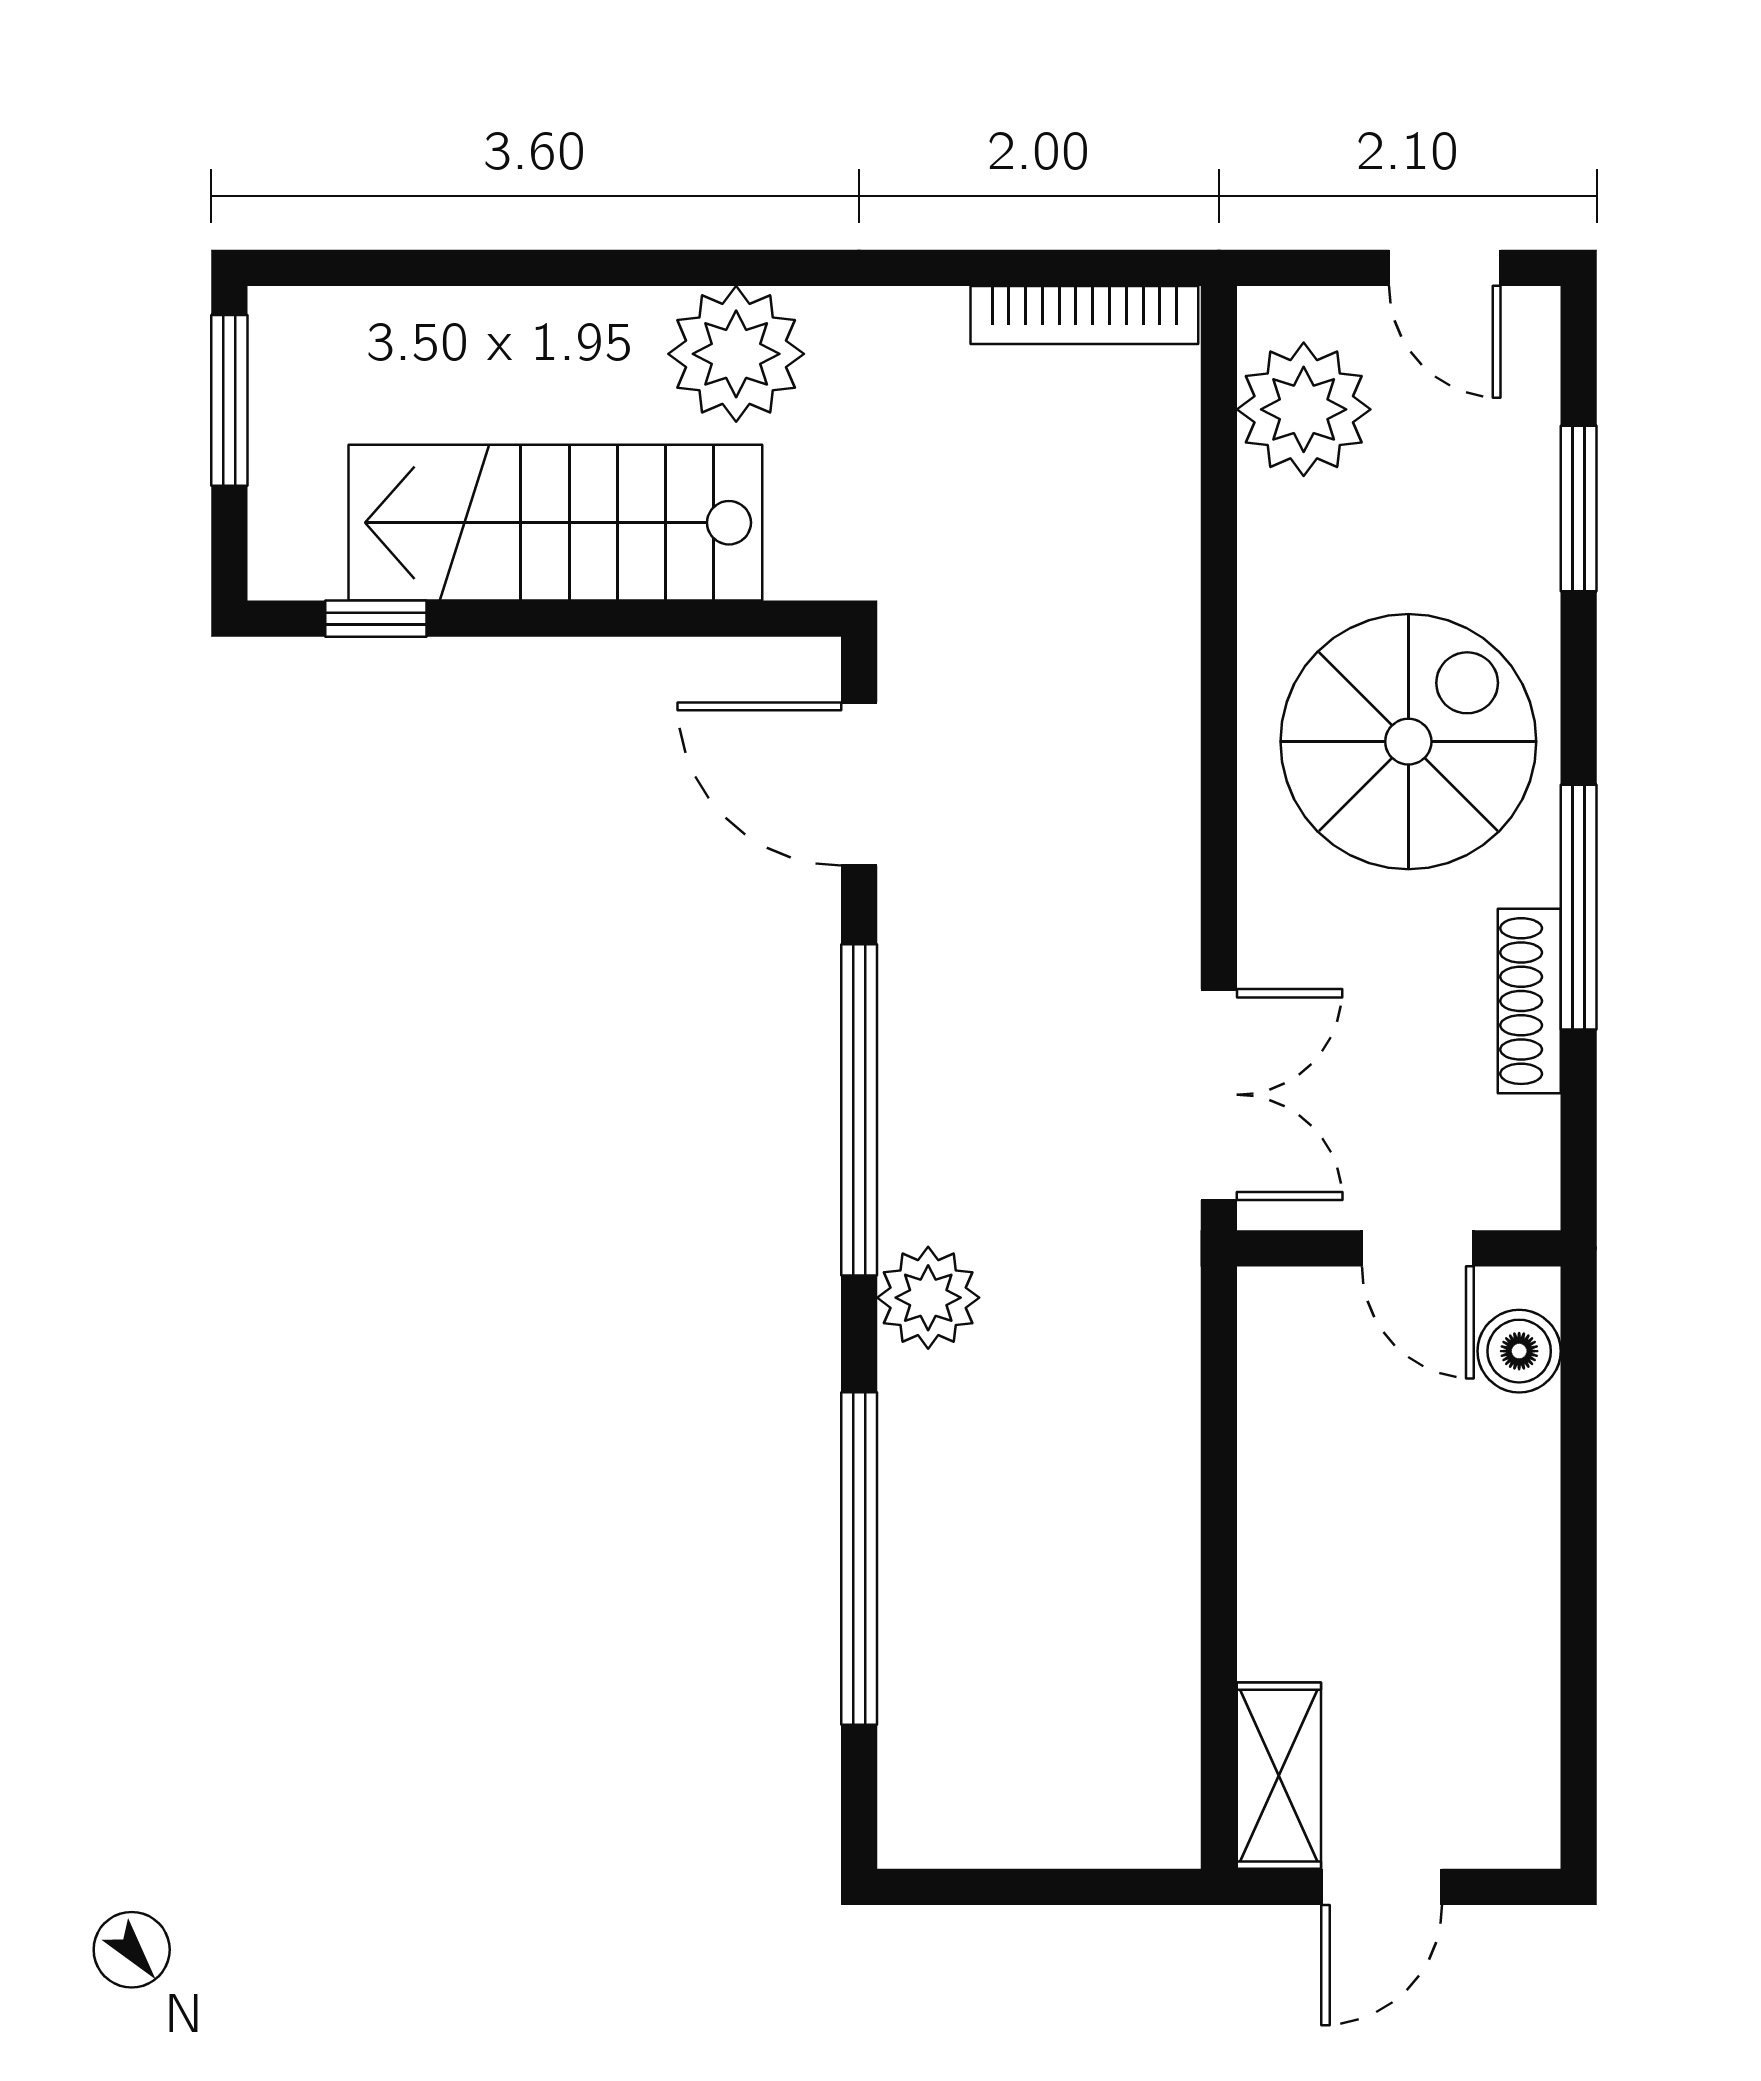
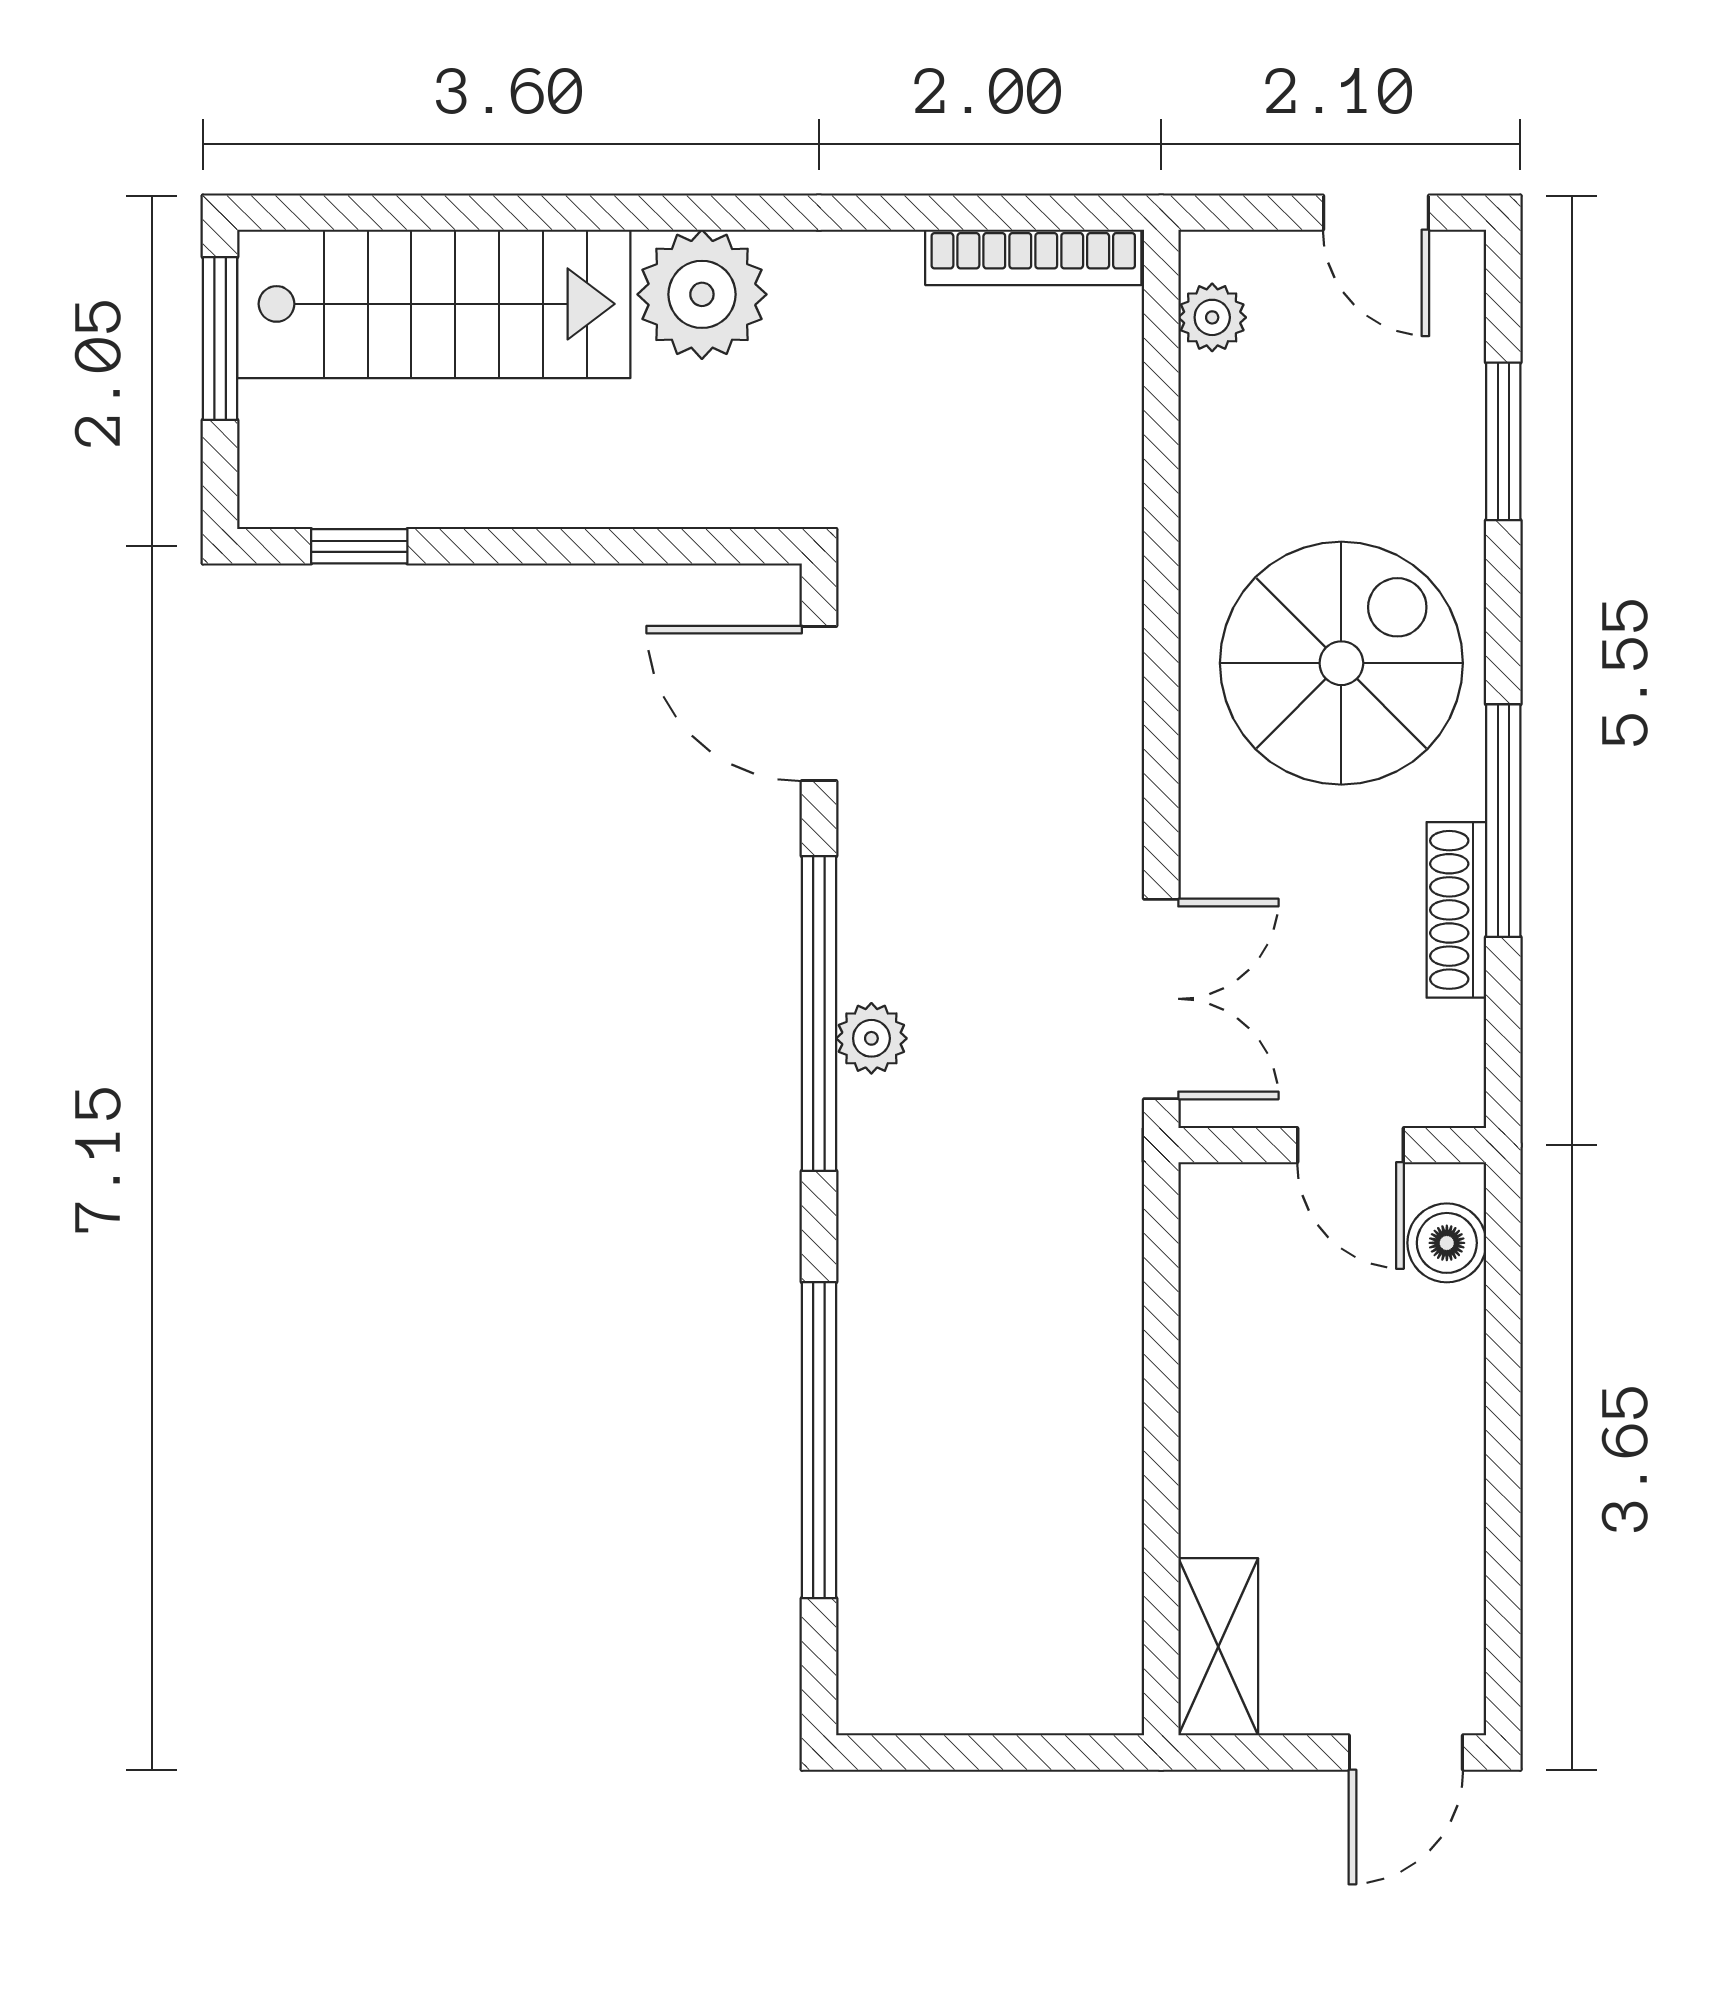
plant: (1304, 409) -> (1212, 317), width x0.53, depth x0.53
stairs: (555, 523) -> (434, 304), moved, turned 180
plant: (928, 1298) -> (871, 1038), moved, width x0.73, depth x0.73
door: (1382, 1887) -> (1406, 1753), moved

